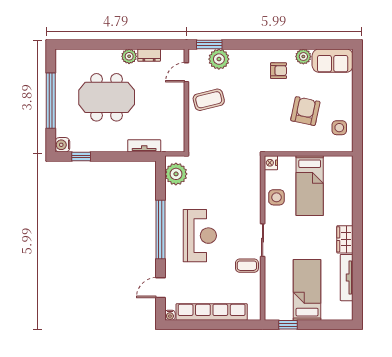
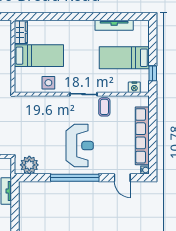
nightstand: (271, 163) -> (134, 87), moved
reception desk: (200, 236) -> (80, 146), turned 90
wardrobe: (345, 239) -> (21, 32), moved, turned -90

